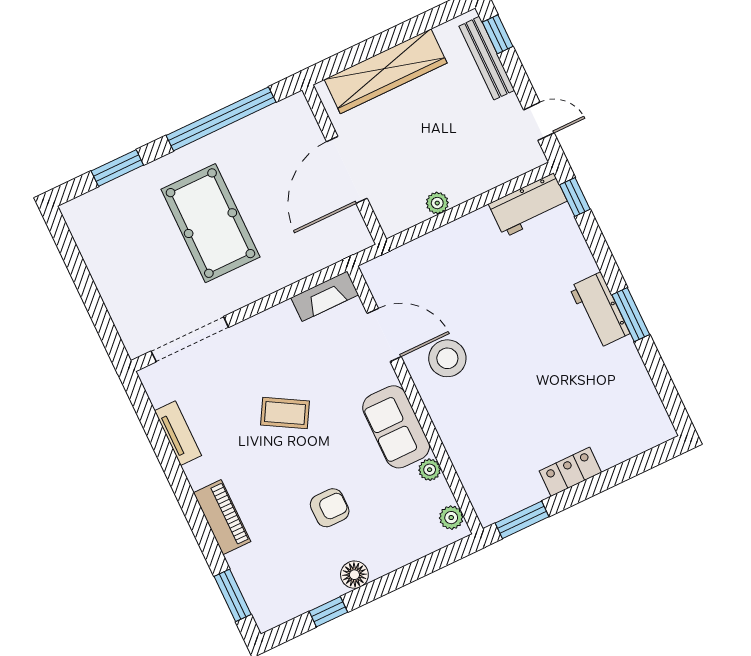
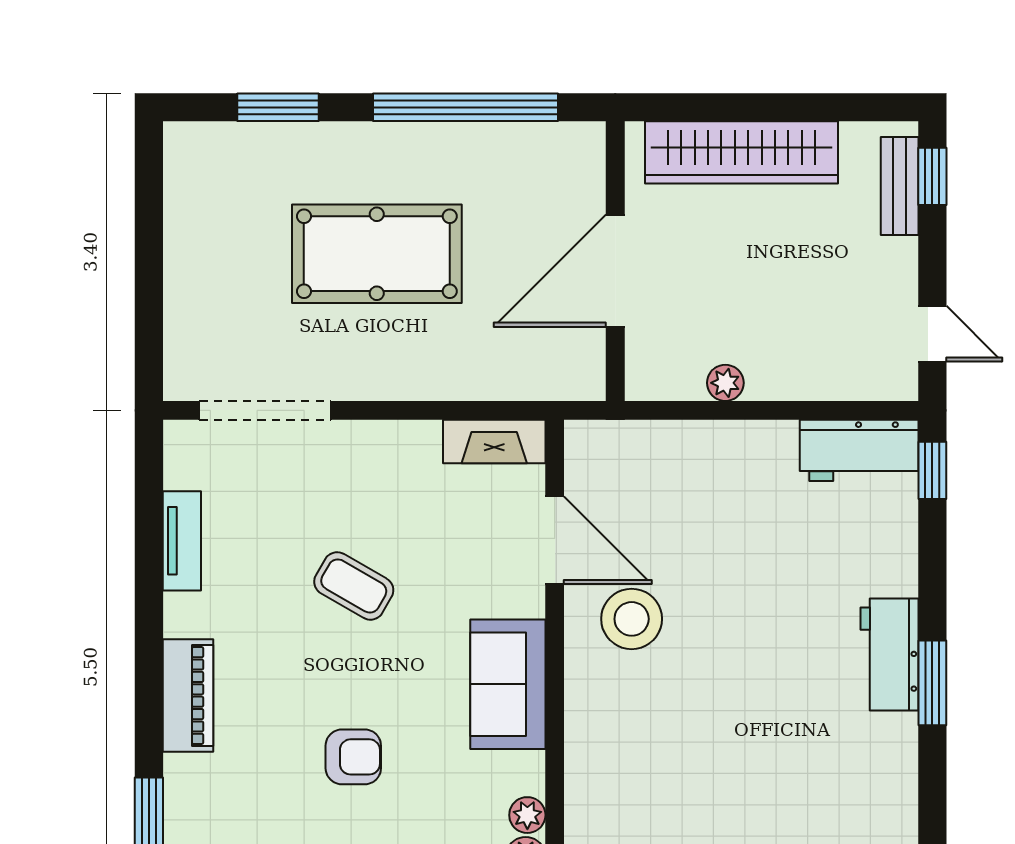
bench: (487, 58) -> (900, 186), width x0.73
pool table: (210, 223) -> (377, 254), turned 90
plant: (430, 470) -> (527, 815), moved

